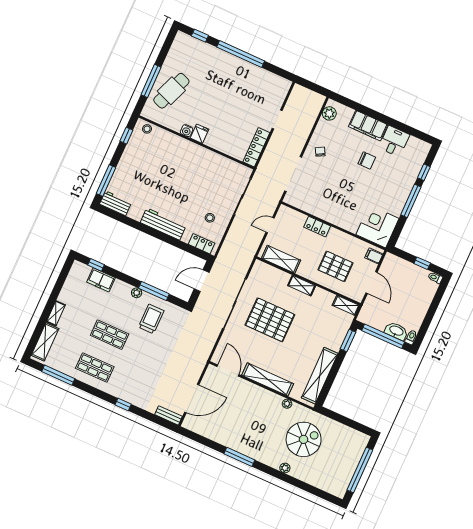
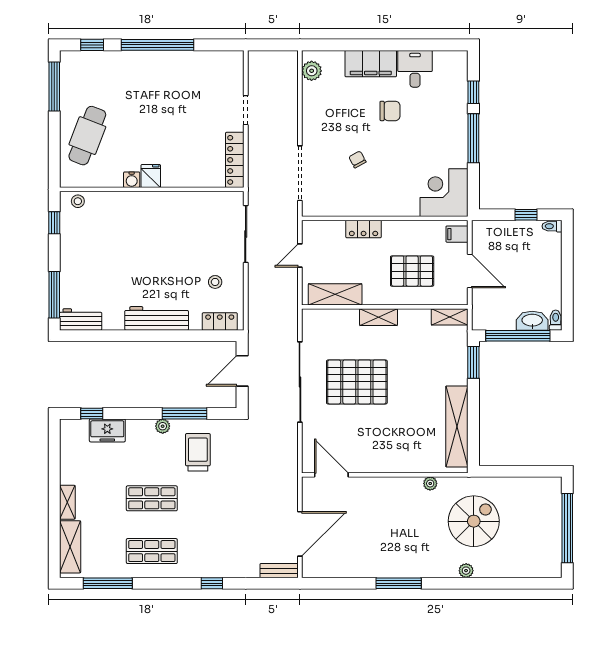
window: (151, 81) -> (54, 87), moved
chair: (320, 152) -> (357, 159), moved
shelving: (268, 379) -> (390, 463), removed

